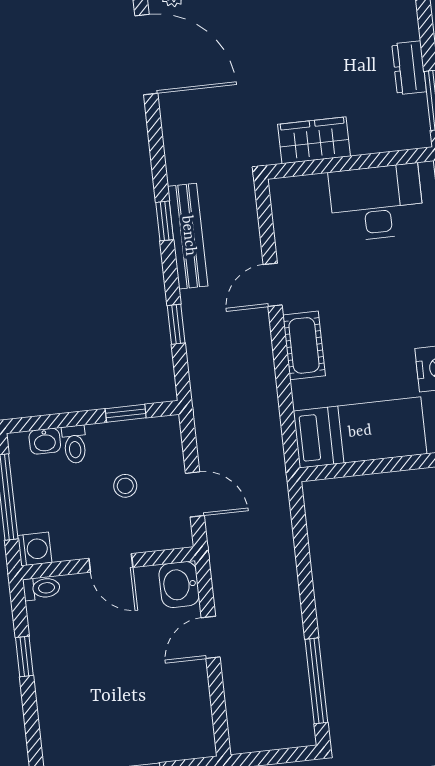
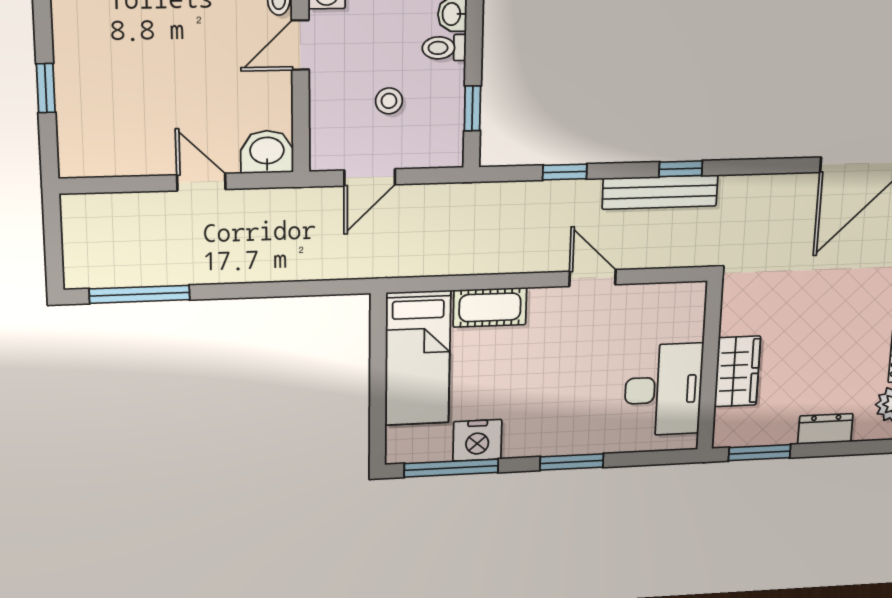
dresser: (409, 68) -> (825, 429), moved
wardrobe: (314, 140) -> (737, 371), moved
cot: (304, 345) -> (490, 307), moved
door: (111, 563) -> (300, 45), moved

